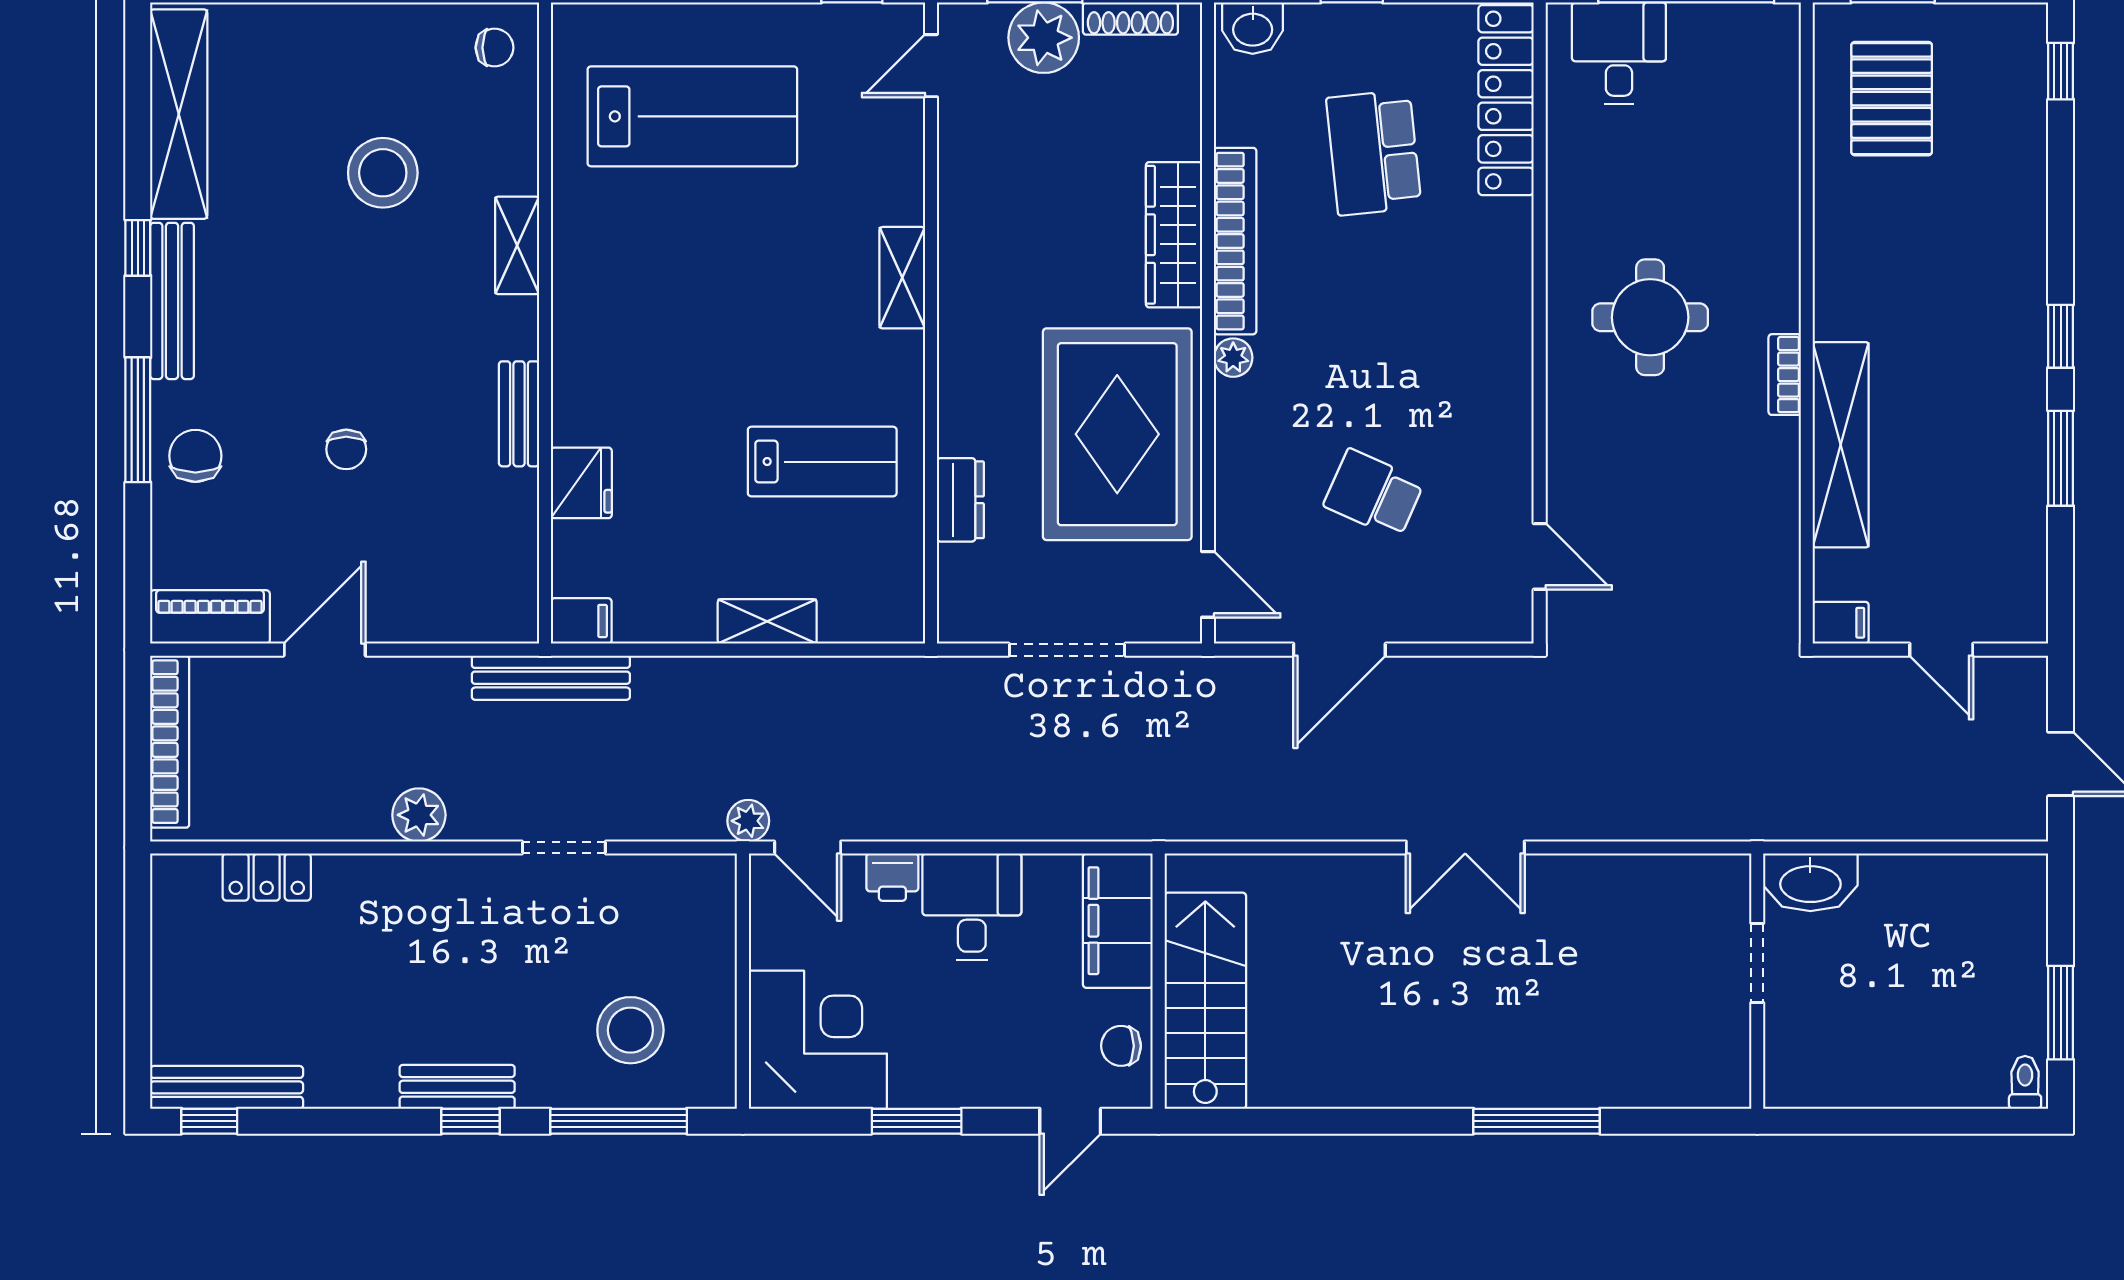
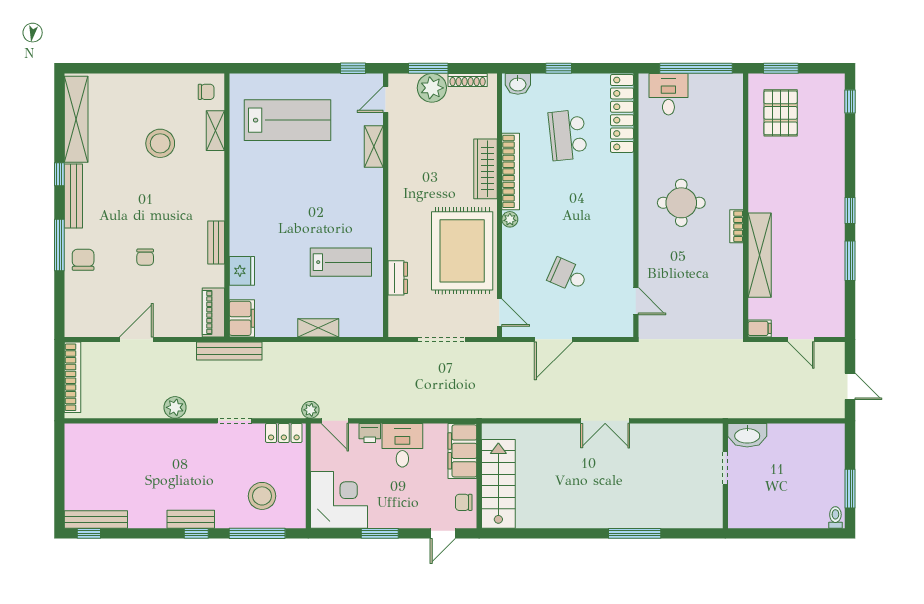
shelving: (517, 245) -> (215, 131), moved
shelving: (902, 278) -> (374, 146), moved
piano: (210, 617) -> (213, 312), moved, turned -90
filing cabinet: (581, 621) -> (242, 318), width x2.00
locker: (267, 877) -> (284, 433), moved

